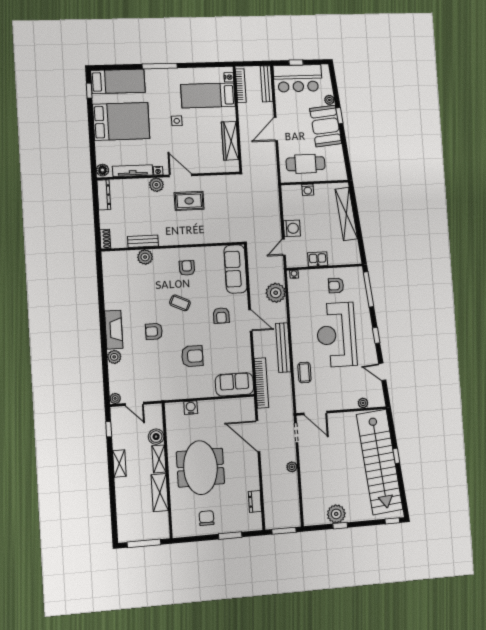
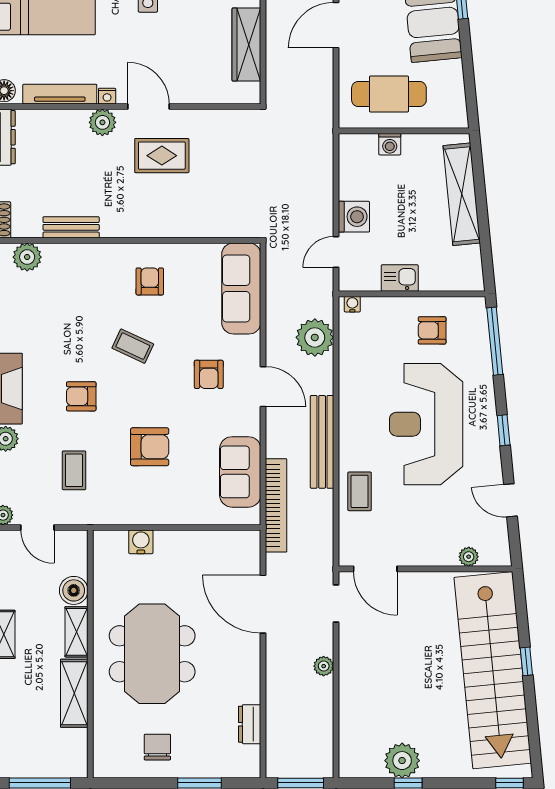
plant: (145, 257) -> (27, 257), moved
coffee table: (152, 372) -> (74, 470), added
sofa: (234, 384) -> (240, 472), moved, turned -90

